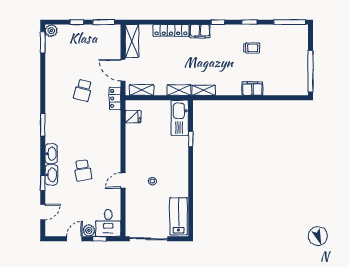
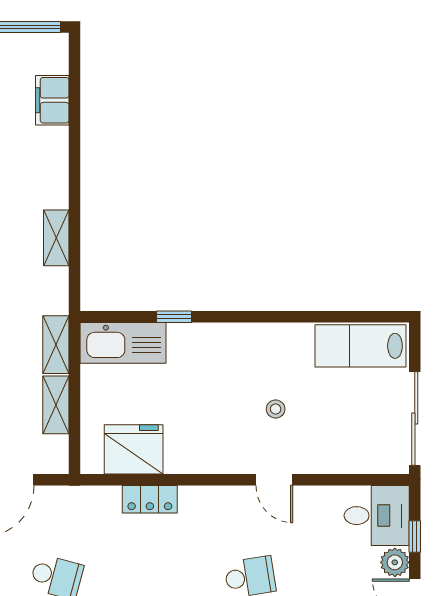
filing cabinet: (252, 89) -> (52, 100), moved
shelving: (142, 90) -> (56, 405), moved
shelving: (204, 90) -> (56, 238), moved
locker: (115, 98) -> (150, 499), moved
fridge: (133, 117) -> (134, 449), width x1.88, depth x1.34

